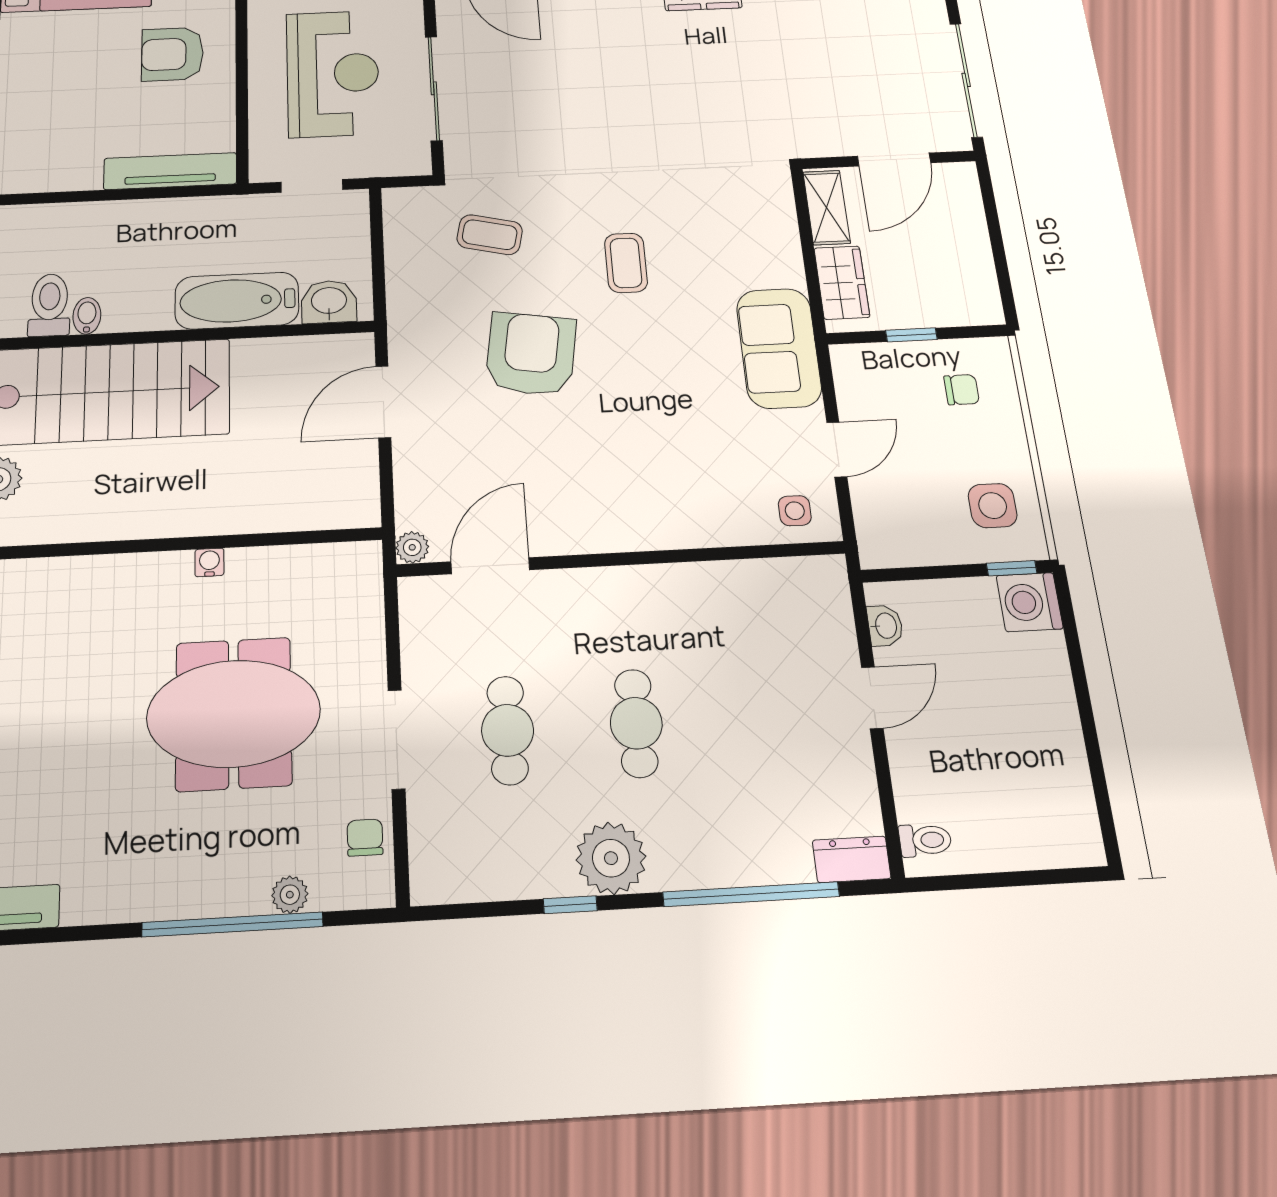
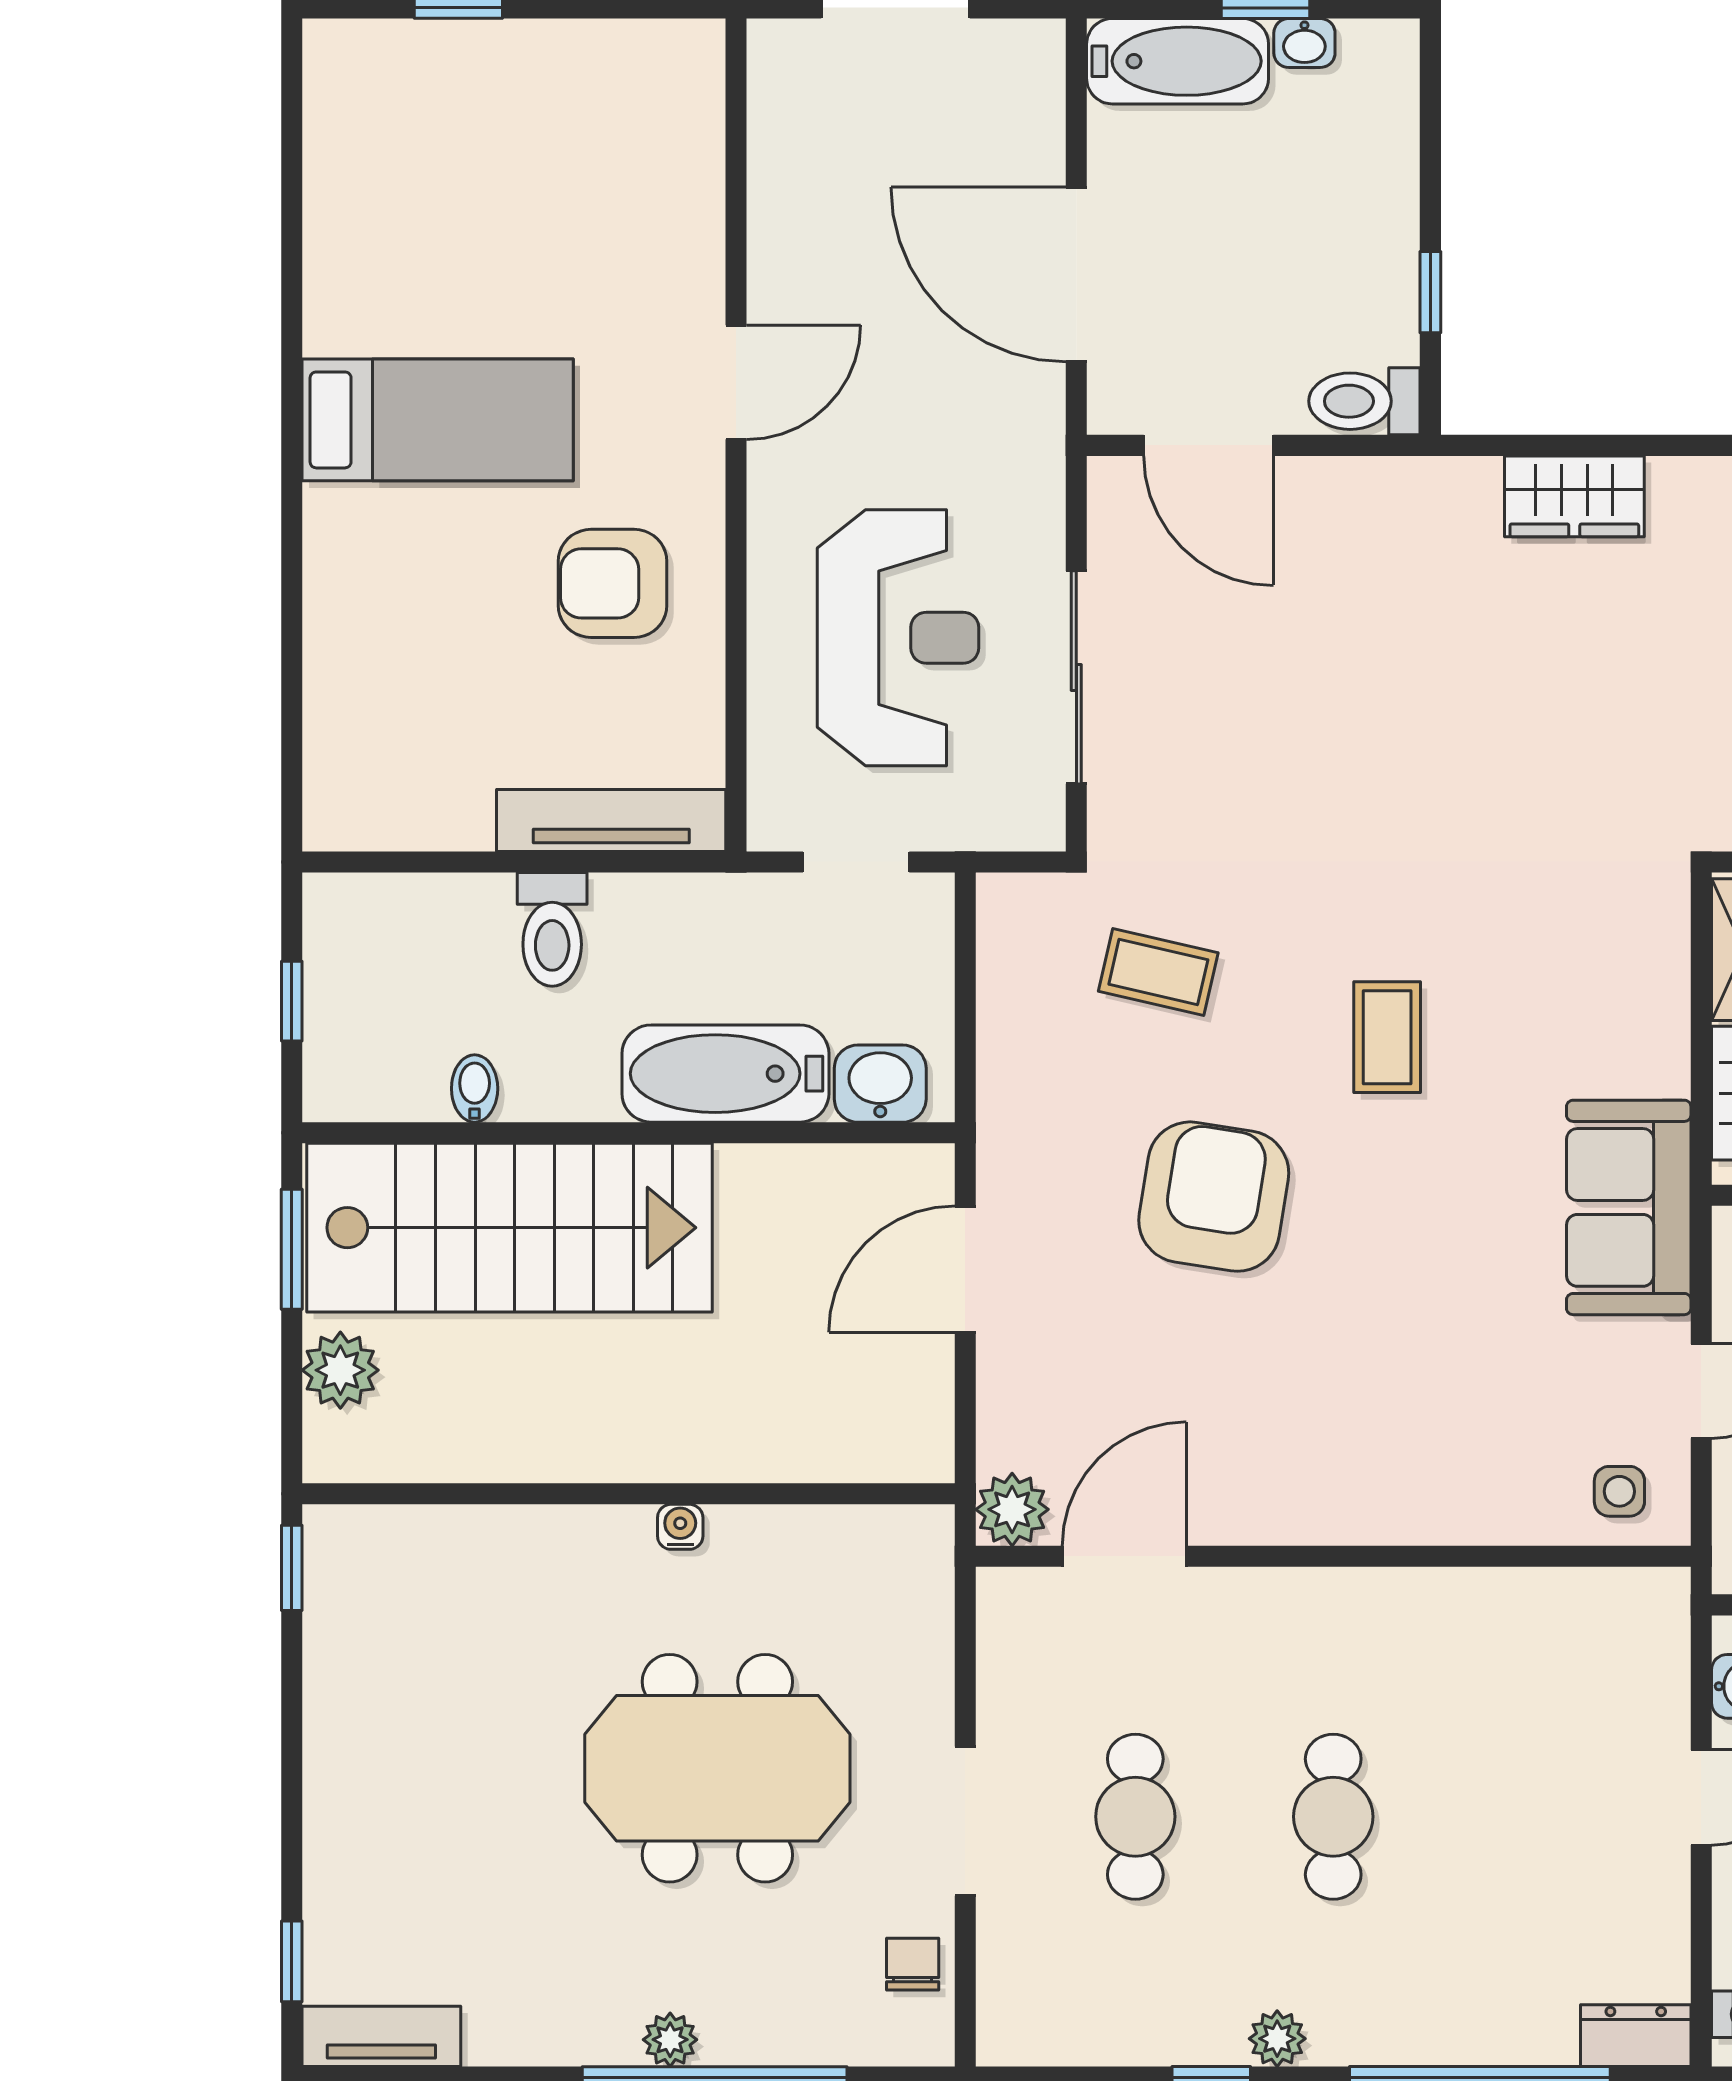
toilet: (49, 305) -> (552, 929), moved, turned 180
plant: (412, 547) -> (1012, 1509), width x1.38, depth x1.38
plant: (611, 858) -> (1277, 2039), width x0.53, depth x0.53
plant: (290, 895) -> (670, 2040), moved

